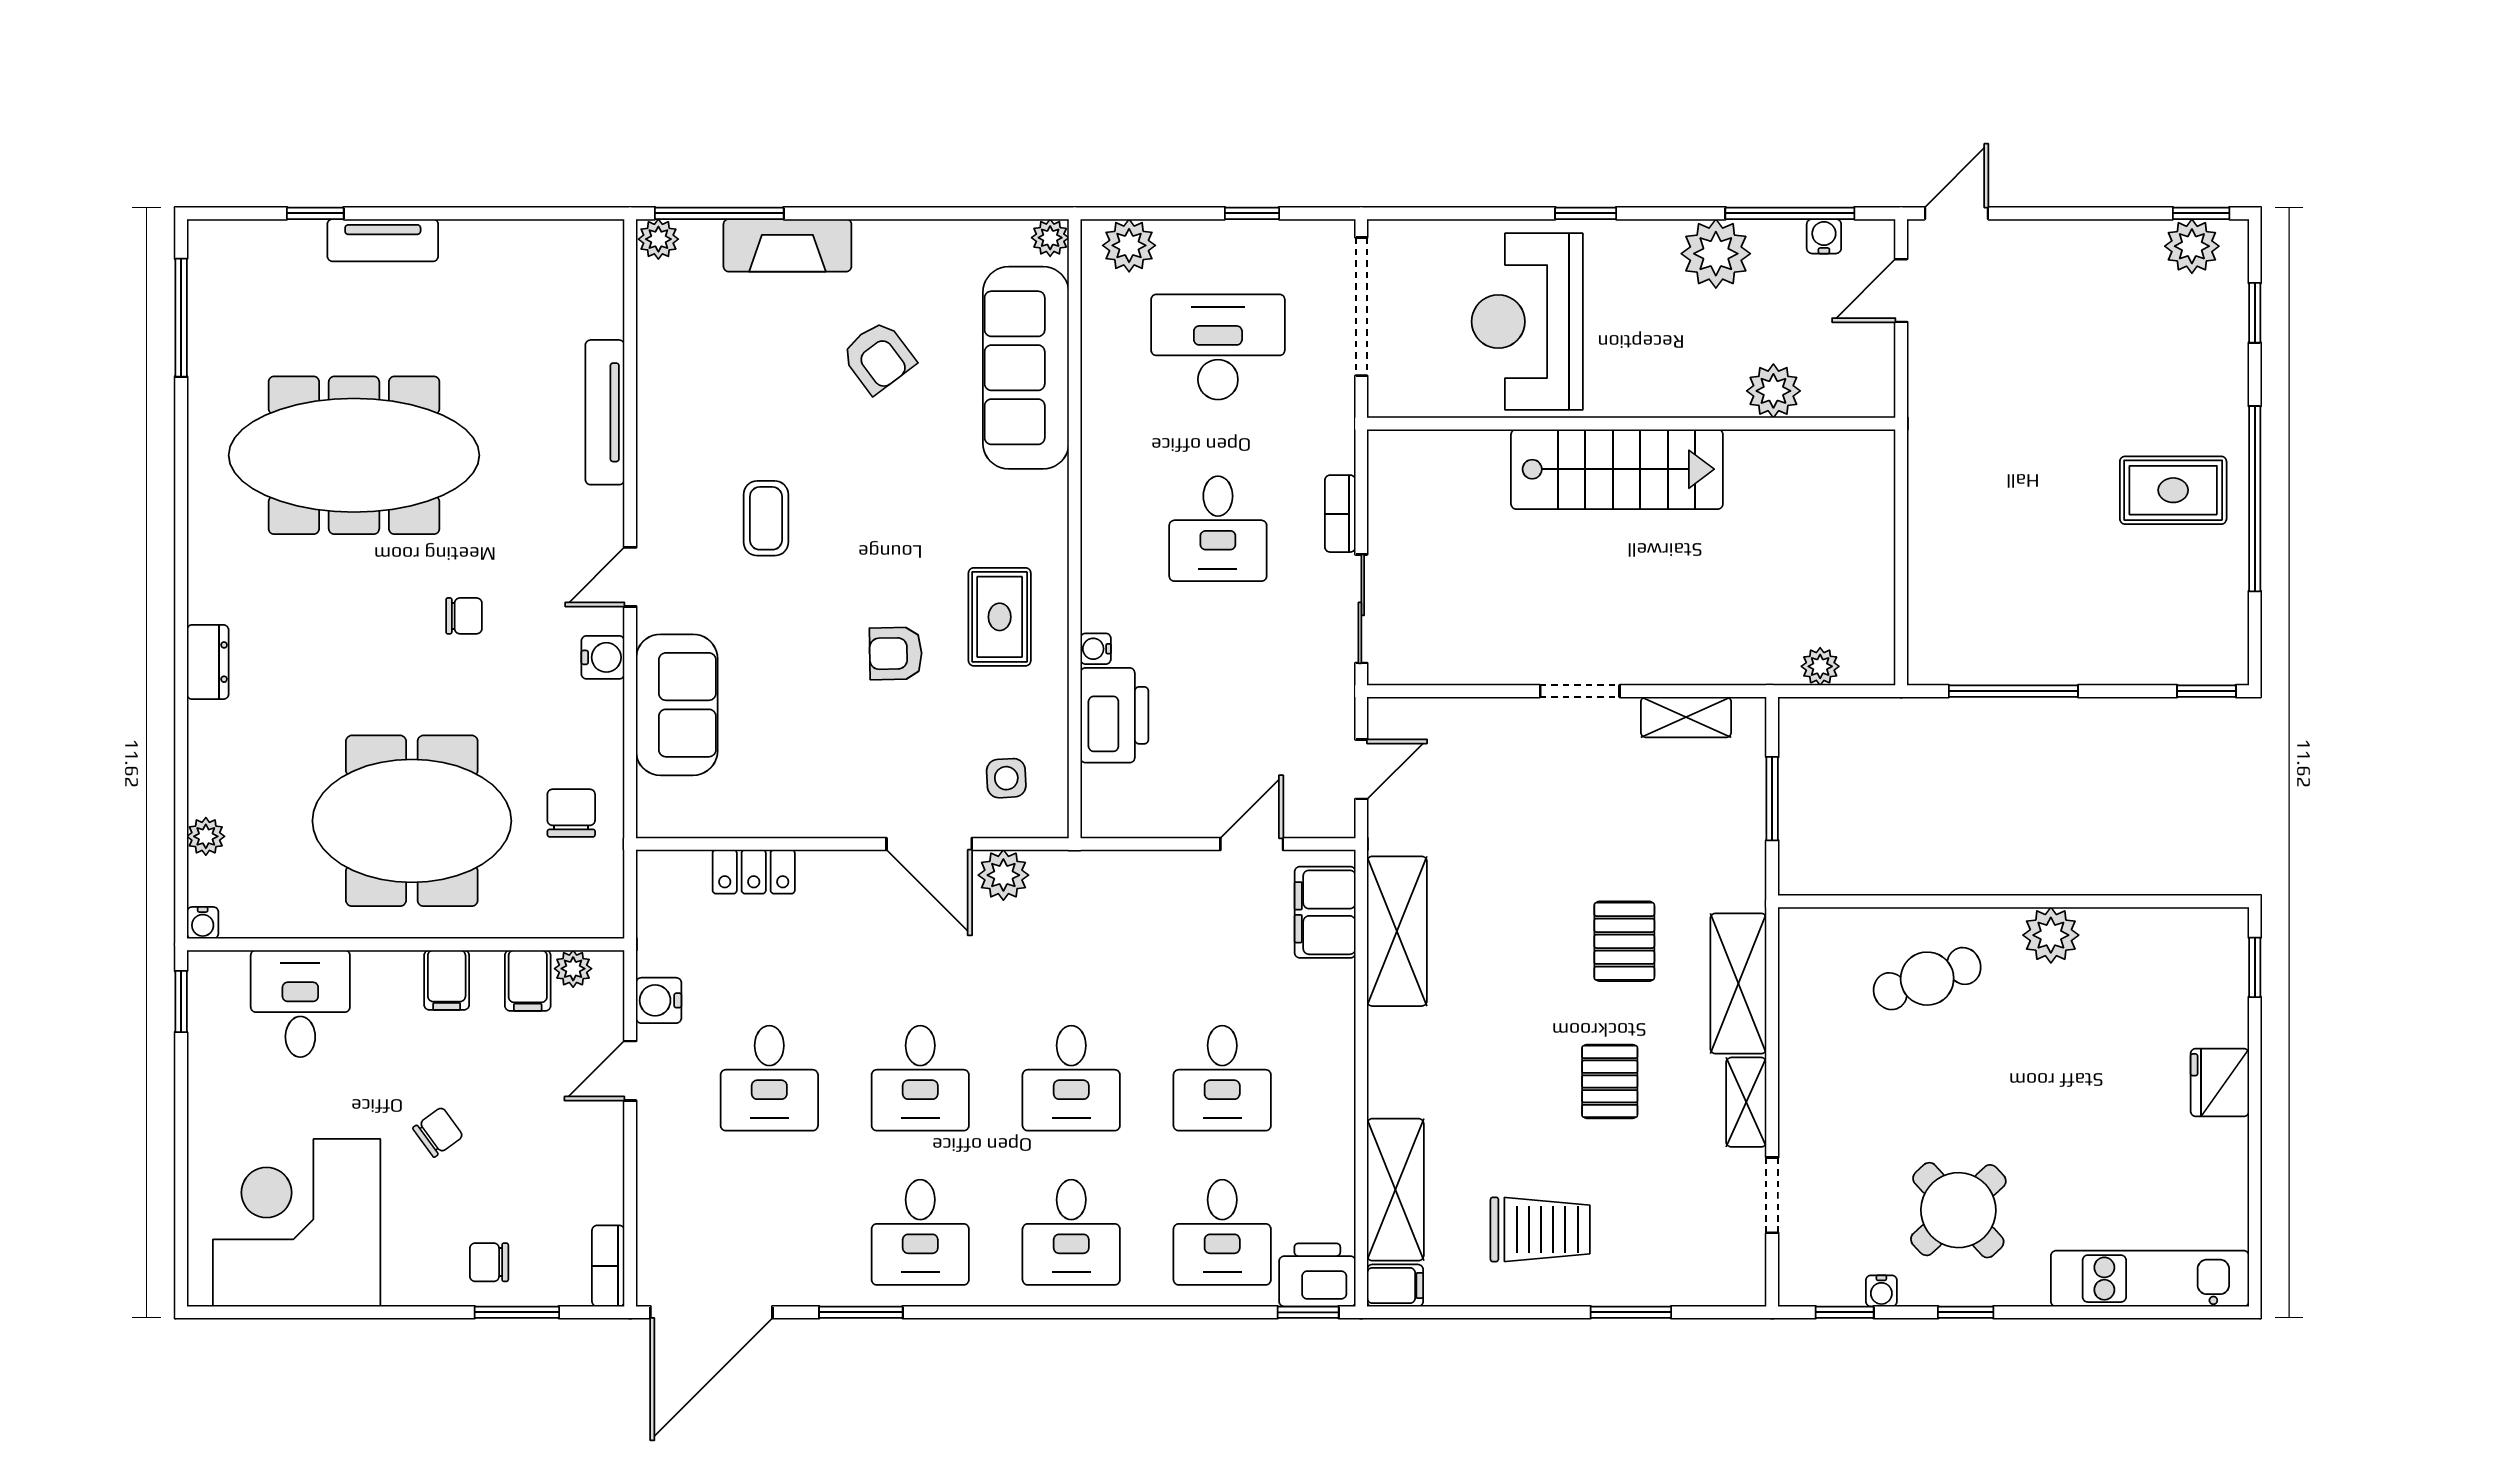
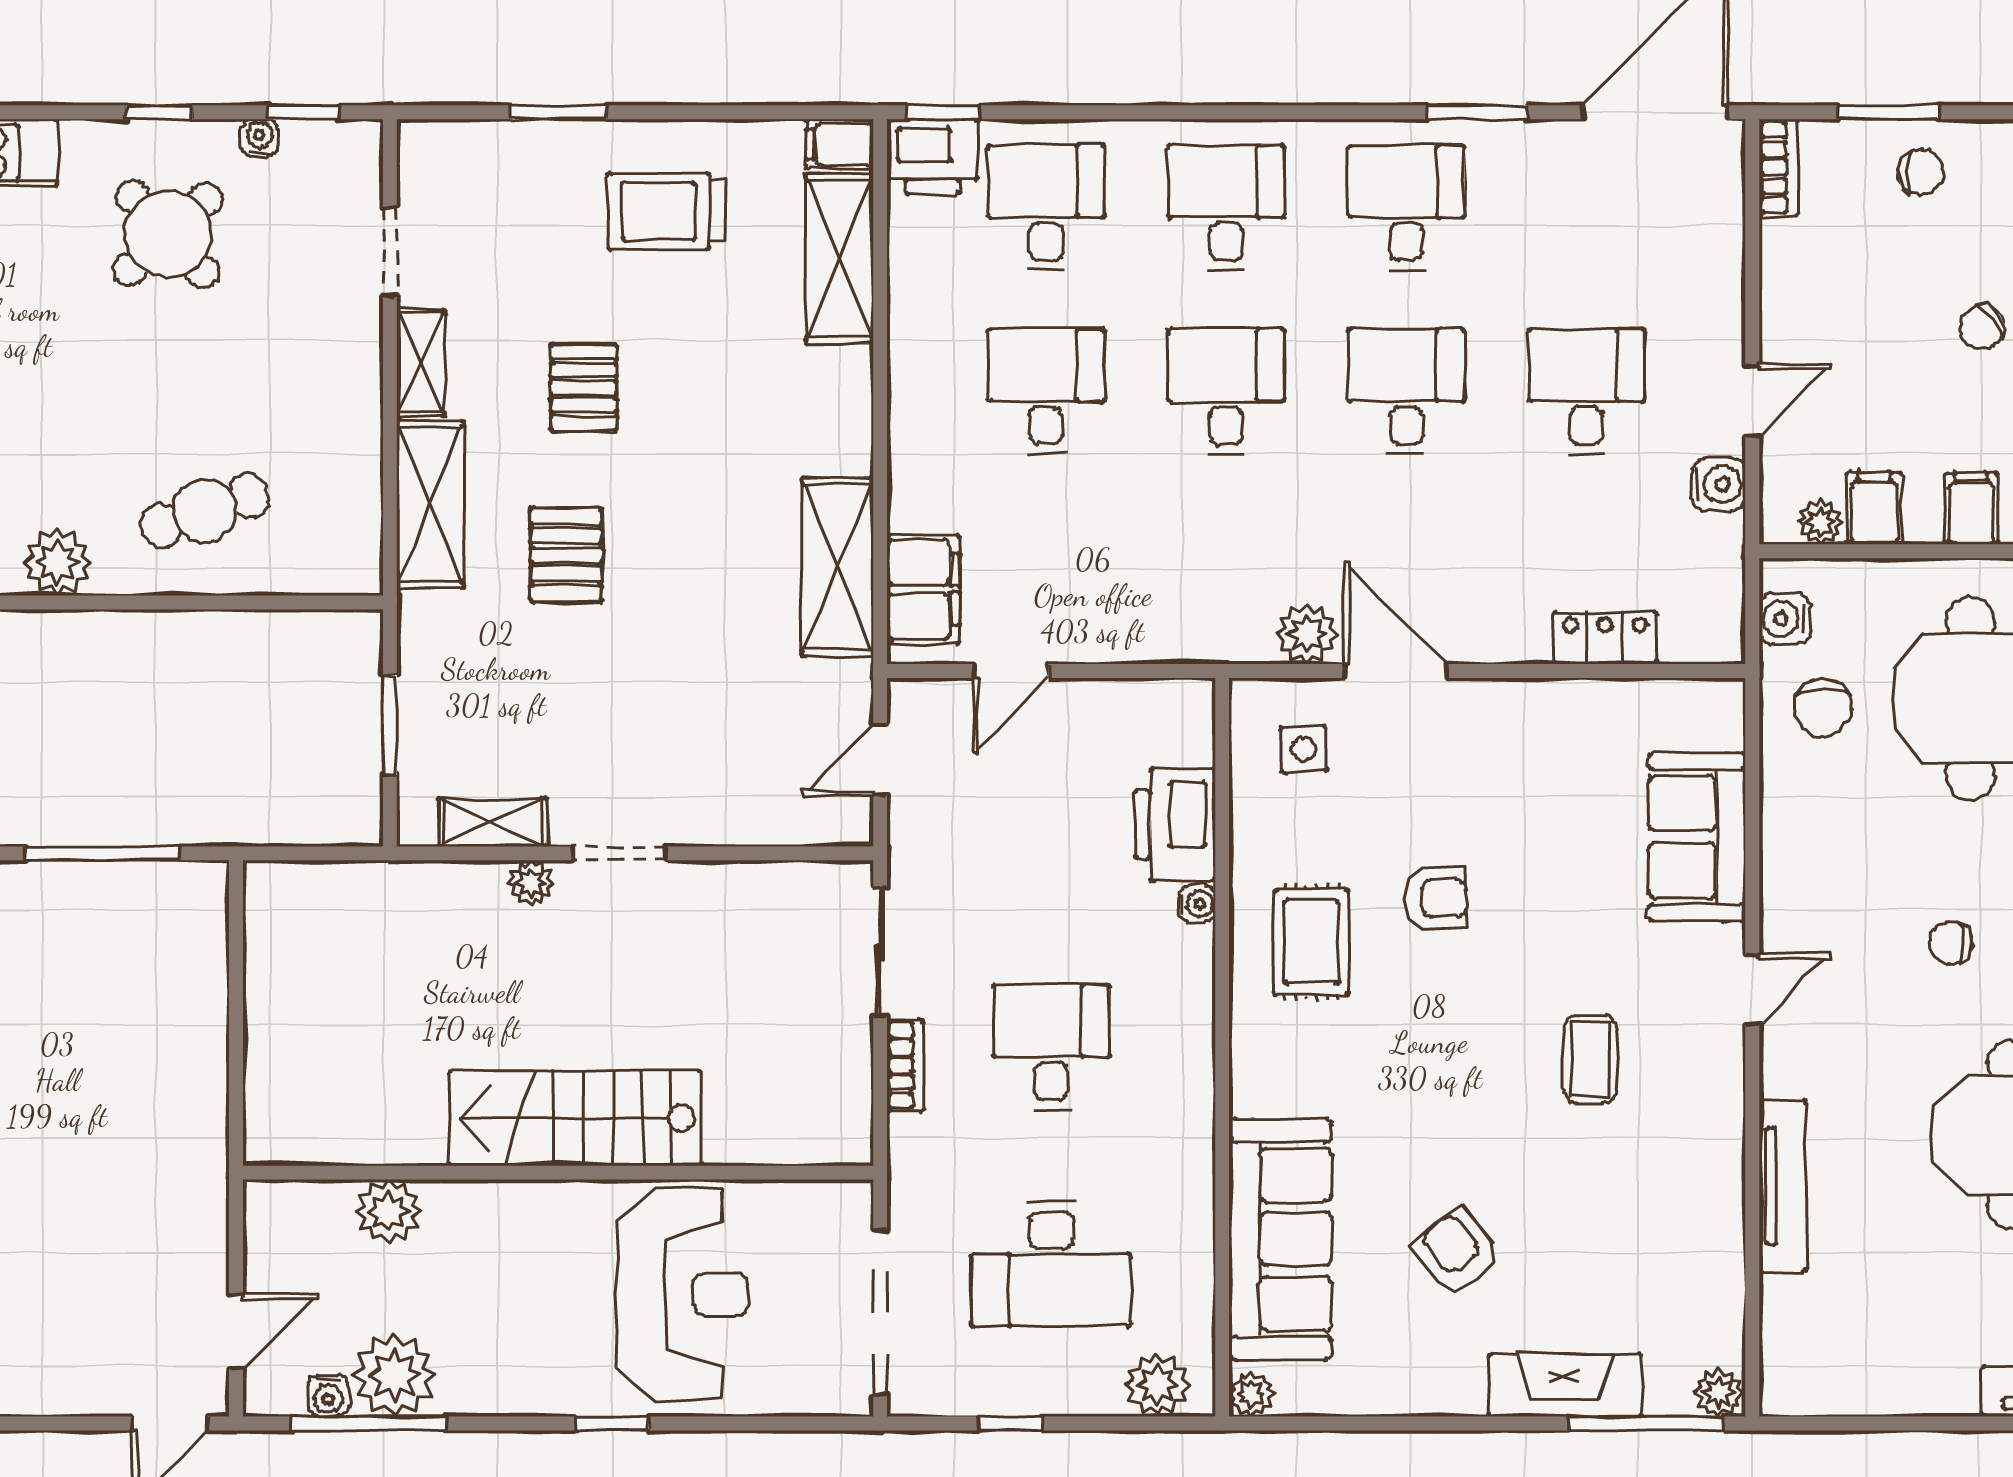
plant: (1716, 254) -> (394, 1375), moved
water cooler: (603, 657) -> (1785, 619), moved
plant: (1820, 666) -> (531, 883), moved

